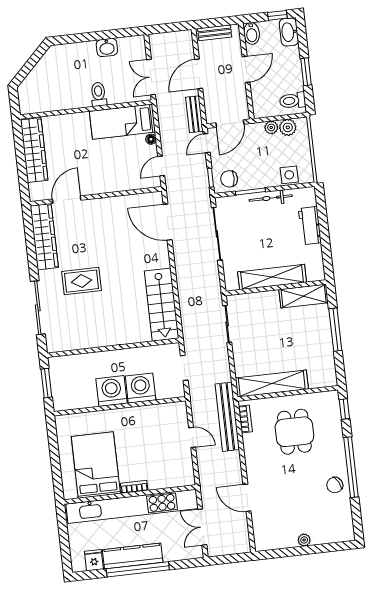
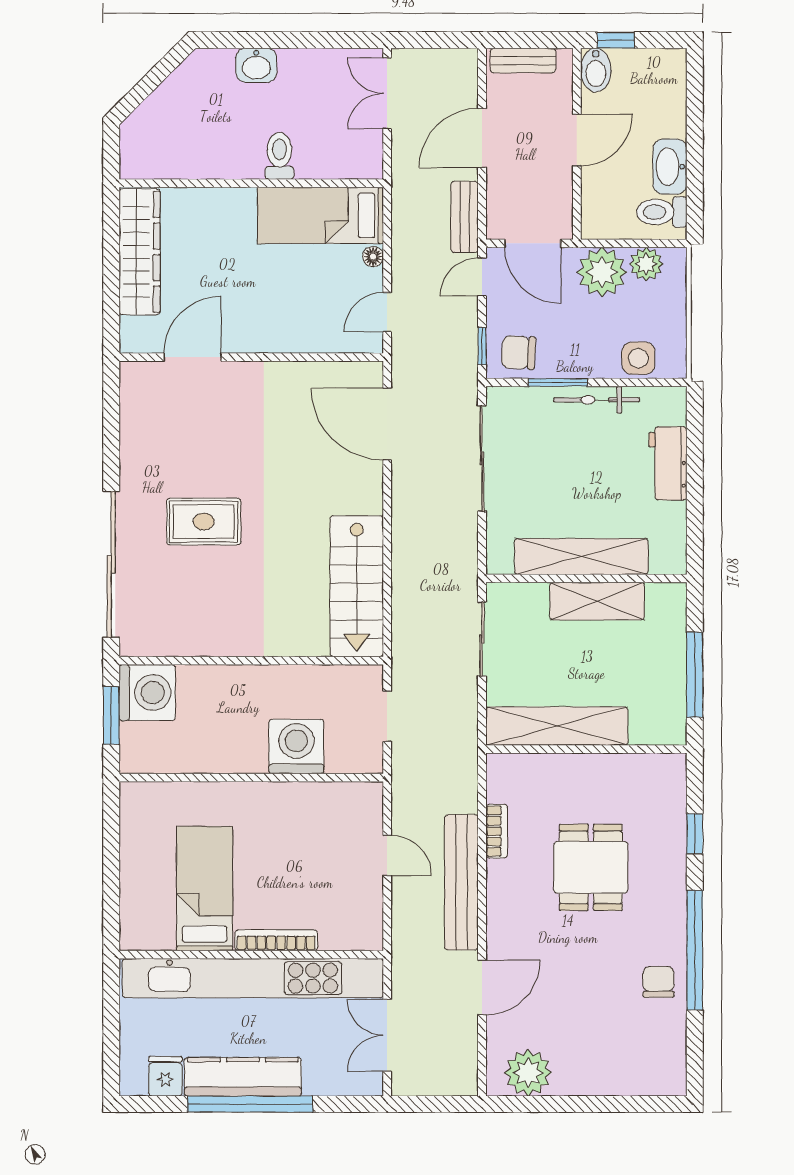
window: (277, 15) -> (616, 40), moved
washbasin: (289, 32) -> (670, 167), moved
washbasin: (107, 47) -> (256, 65), moved
window: (306, 72) -> (695, 158), removed
double door: (151, 77) -> (387, 93), moved
door: (230, 124) -> (533, 243), hinge flipped
plant: (271, 127) -> (602, 272), width x1.88, depth x1.88
wardrobe: (44, 237) -> (140, 425), removed
shelving: (304, 296) -> (597, 601), moved
sliding door: (38, 308) -> (111, 564), width x1.36
shelving: (272, 384) -> (557, 726), moved
washing machine: (112, 391) -> (147, 693), moved, turned 90
wall: (288, 393) -> (586, 749), moved
bench: (227, 417) -> (461, 882), moved
bed: (96, 465) -> (205, 889), width x0.67
chair: (335, 485) -> (658, 982), turned 119
bookcase: (134, 487) -> (276, 940), width x1.56
door: (247, 498) -> (482, 987), swing flipped
plant: (304, 540) -> (528, 1073), moved, width x1.87, depth x1.87

